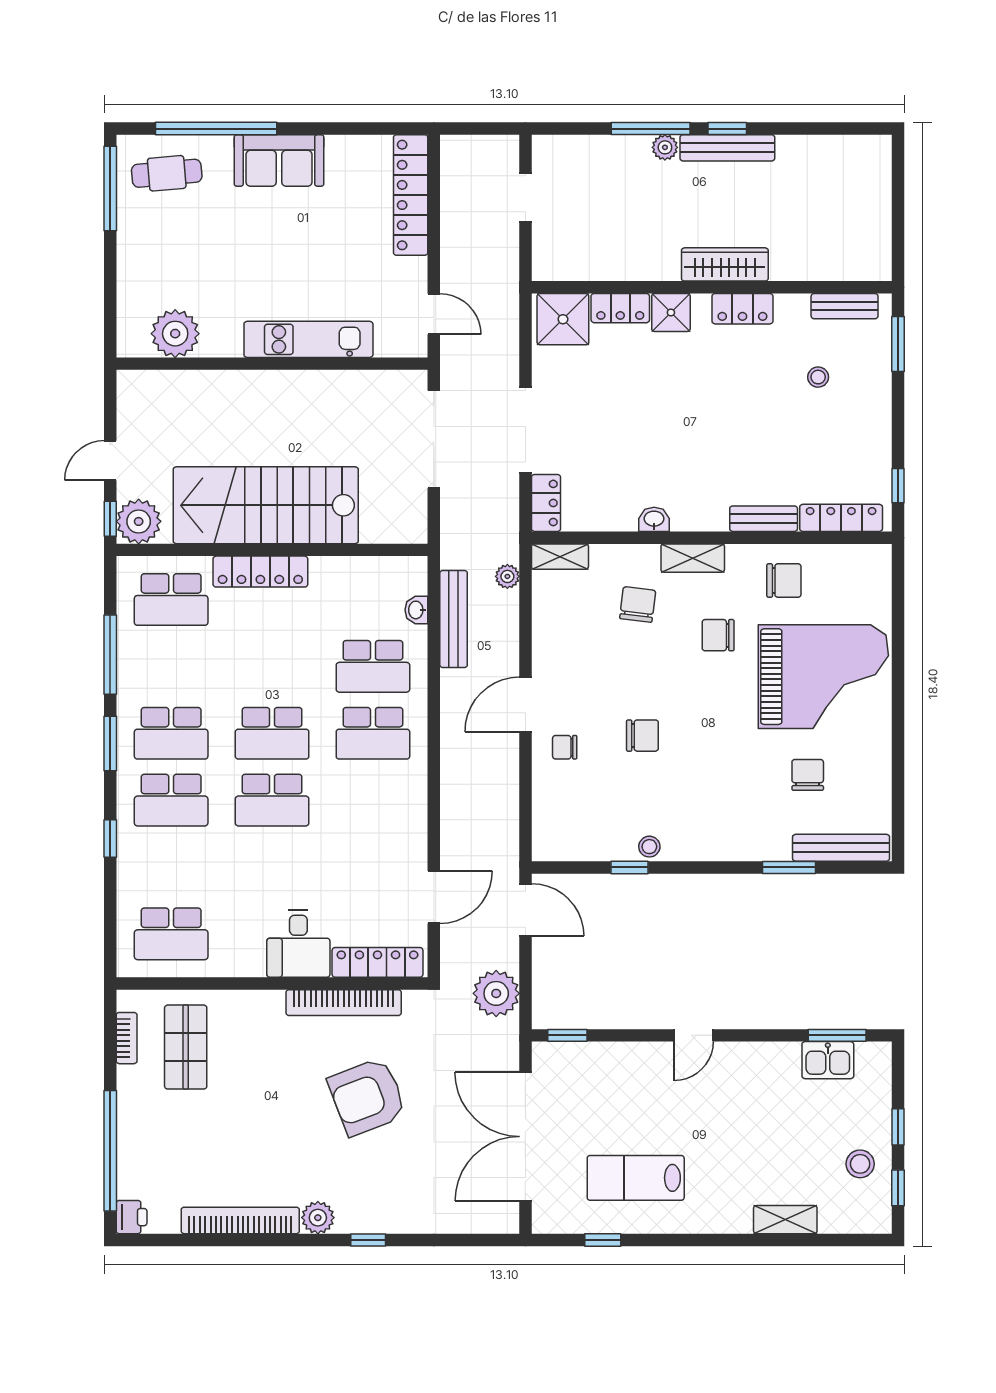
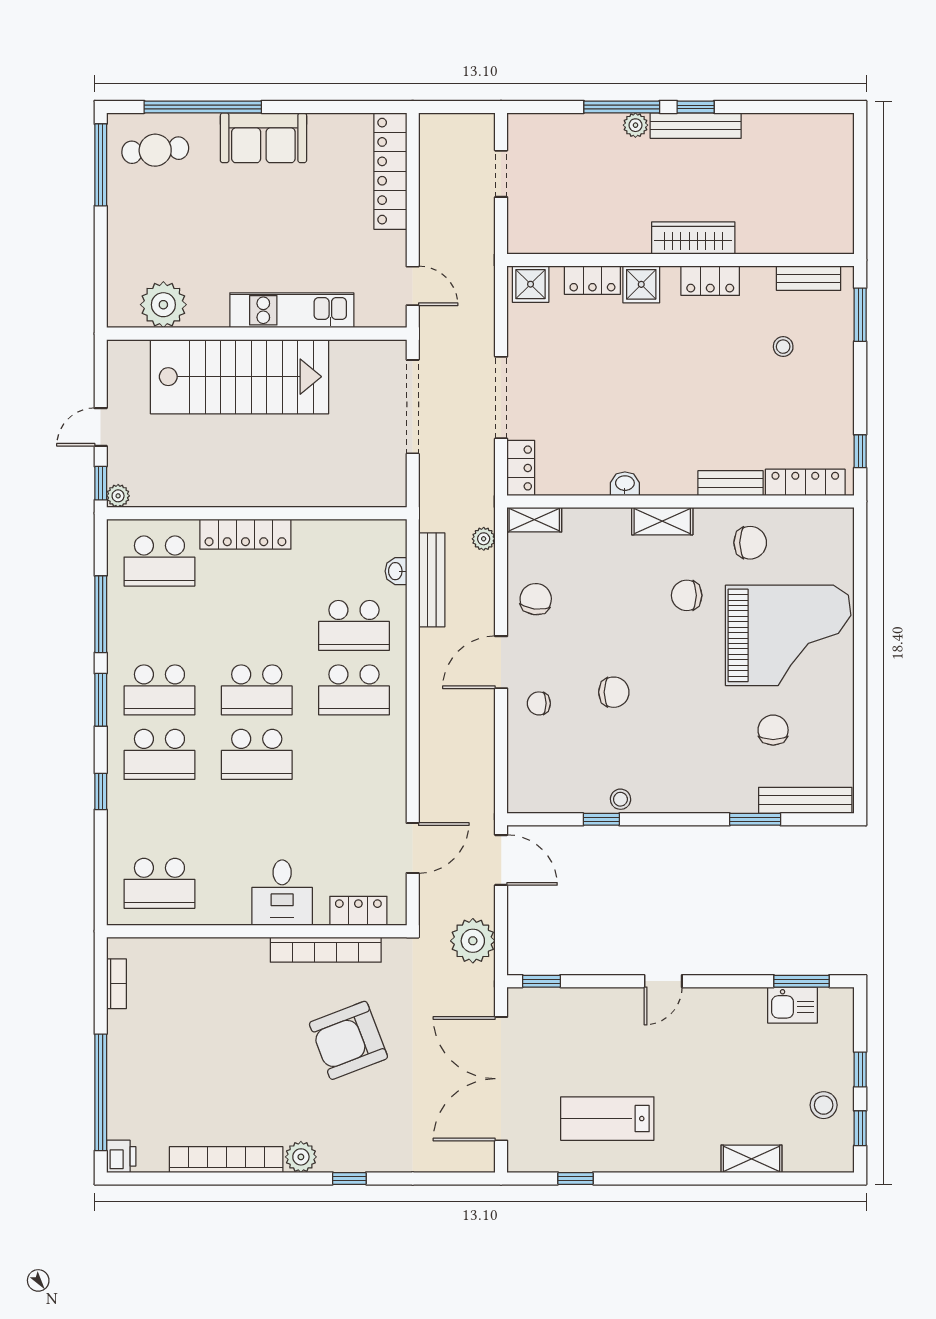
shower: (563, 319) -> (531, 284), width x0.73, depth x0.73
stairs: (266, 505) -> (240, 377), moved, turned 180
plant: (139, 521) -> (118, 496), width x0.53, depth x0.53
chair: (638, 604) -> (536, 599), moved
locker: (377, 962) -> (358, 911), width x0.66
shop shelf: (186, 1047) -> (173, 992), removed

